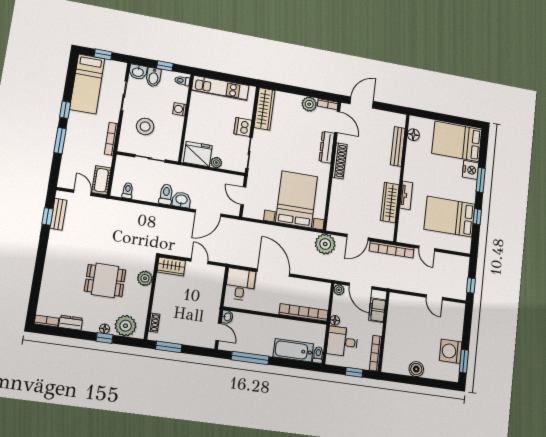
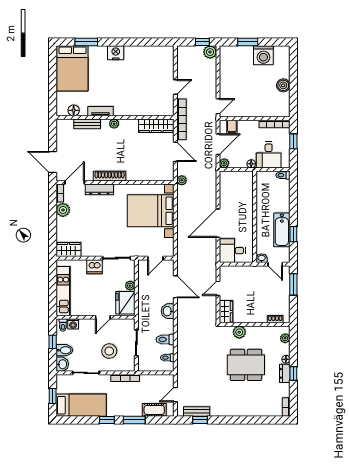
washing machine: (179, 109) -> (73, 324), moved
wardrobe: (264, 109) -> (69, 250), width x0.67
door: (185, 126) -> (103, 317), added
bench: (398, 147) -> (87, 124), width x0.73
nightstand: (470, 170) -> (116, 53), moved
plant: (395, 175) -> (114, 124), added
cot: (101, 180) -> (154, 410), moved
window: (481, 180) -> (86, 42), moved
toilet: (166, 194) -> (165, 339), moved
tv unit: (406, 195) -> (101, 111), moved
wardrobe: (390, 202) -> (156, 126), moved
bed: (450, 217) -> (143, 68), removed
window: (477, 217) -> (139, 42), removed
plant: (325, 244) -> (182, 180), width x0.53, depth x0.53
dining table: (105, 280) -> (246, 365), width x1.38
plant: (460, 292) -> (210, 52), added
door: (434, 297) -> (218, 106), moved
filing cabinet: (377, 310) -> (232, 127), width x0.50
bookcase: (304, 312) -> (248, 192), removed
dresser: (71, 323) -> (285, 373), moved
plant: (126, 326) -> (285, 338), width x0.53, depth x0.53
door: (218, 332) -> (275, 264), swing flipped
window: (105, 338) -> (293, 373), moved
window: (169, 347) -> (293, 284), moved
bathtub: (293, 350) -> (282, 230), moved
window: (250, 358) -> (293, 234), width x0.46
window: (464, 361) -> (248, 42), moved

